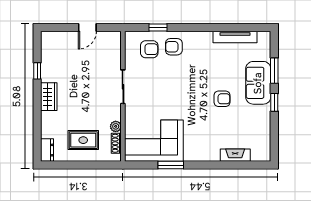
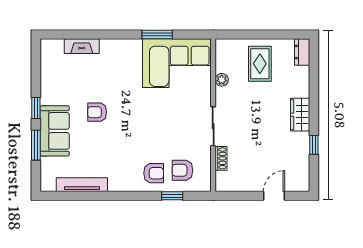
door: (87, 28) -> (274, 196), moved
rug: (83, 140) -> (260, 64), turned 90
shoe rack: (116, 143) -> (221, 158), moved

